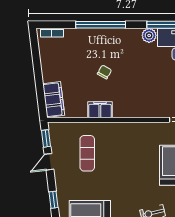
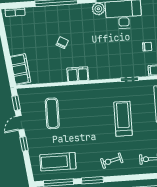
filing cabinet: (100, 110) -> (78, 74), moved
window: (54, 200) -> (24, 144), moved

